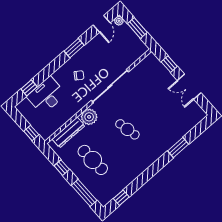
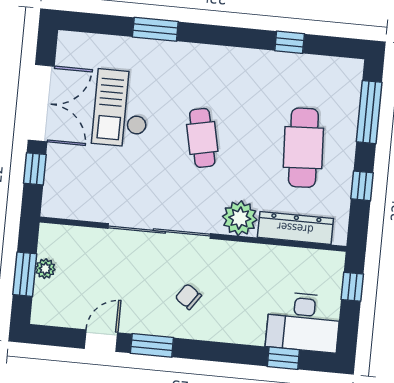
plant: (119, 21) -> (45, 269), moved
door: (102, 24) -> (101, 341), moved
double door: (189, 87) -> (41, 103), width x1.37
desk: (46, 95) -> (303, 322), moved
checkout: (162, 112) -> (121, 108), added
window: (121, 198) -> (290, 42), moved

